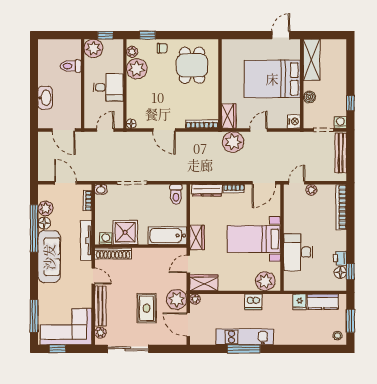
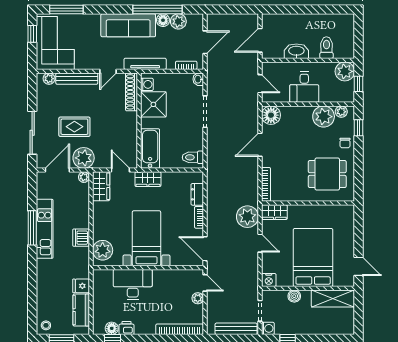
washbasin: (45, 98) -> (296, 51), moved, turned 180
floor lamp: (131, 124) -> (271, 115), width x1.89, depth x1.89
dresser: (207, 190) -> (197, 194), width x0.70
sliding door: (128, 349) -> (32, 133), moved

